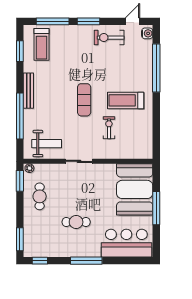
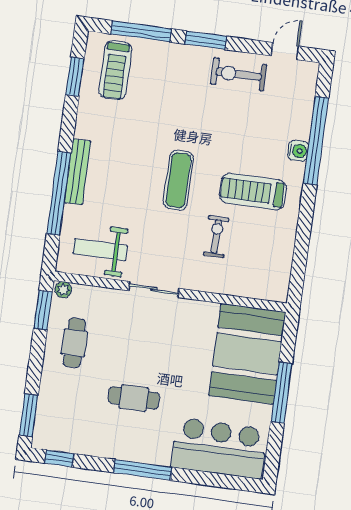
water cooler: (147, 33) -> (298, 151), moved
bench: (28, 91) -> (78, 172), moved
weight bench: (47, 144) -> (100, 250), turned 180

